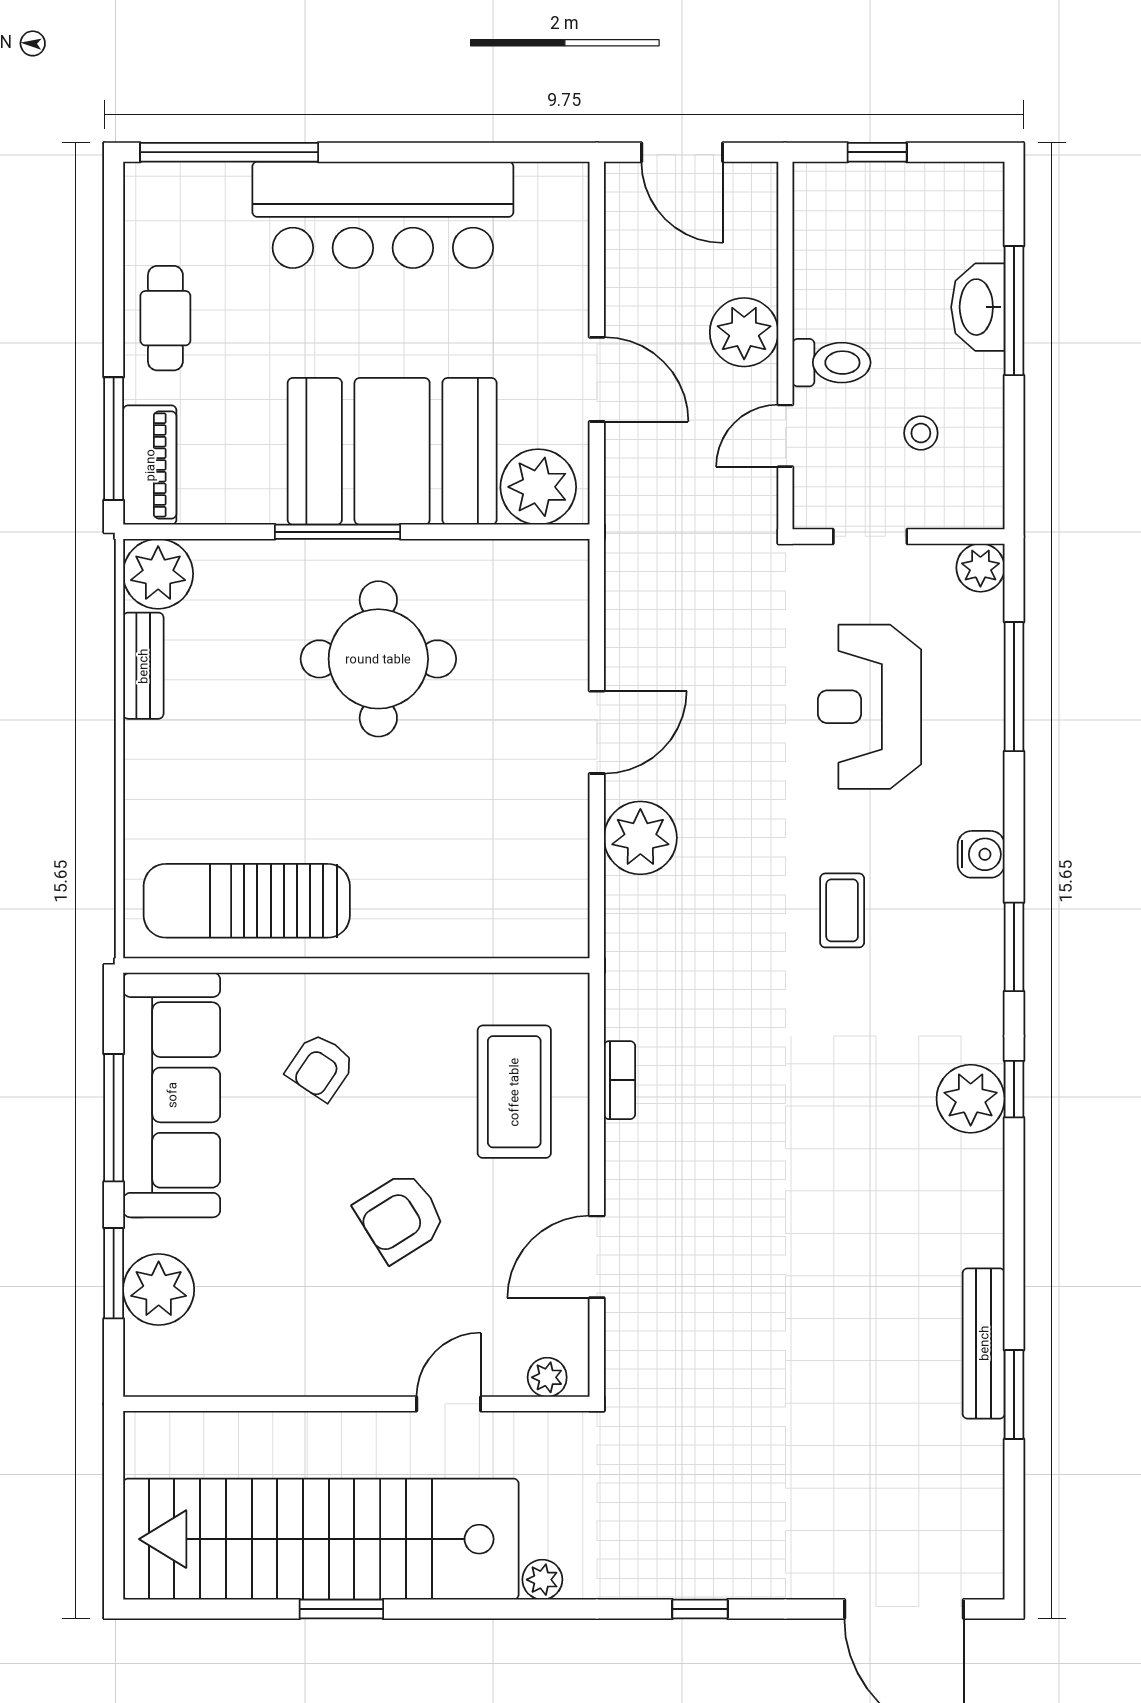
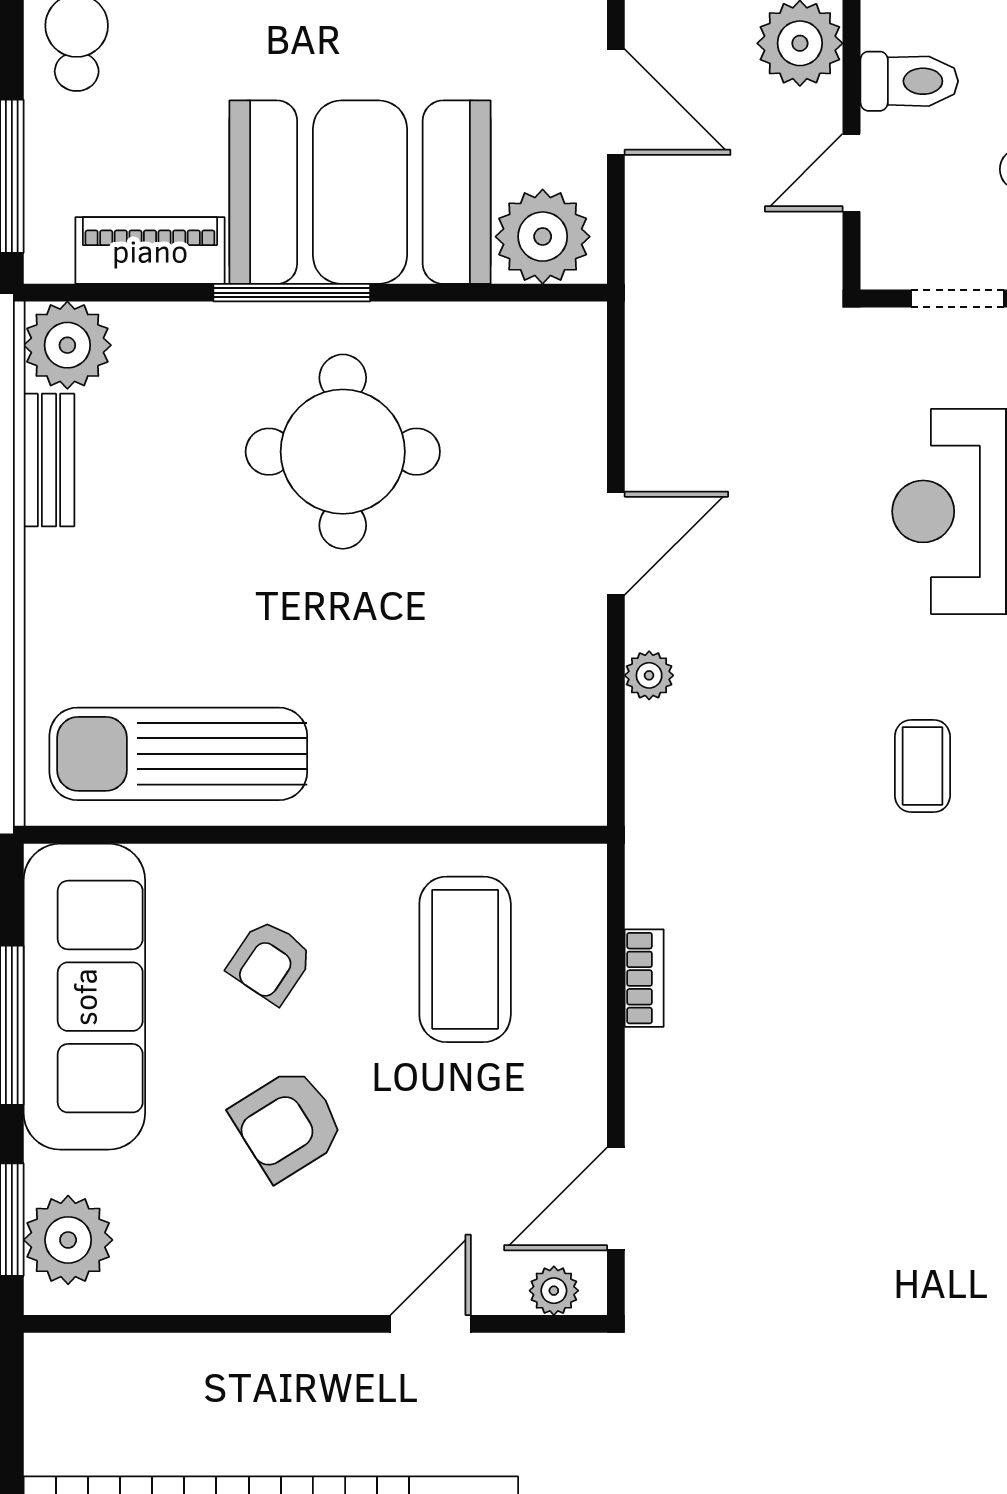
piano: (150, 465) -> (150, 250), moved, turned -90
plant: (640, 838) -> (649, 675), width x0.53, depth x0.53
coffee table: (514, 1092) -> (465, 959), moved
armchair: (400, 1217) -> (288, 1124), moved
plant: (547, 1377) -> (554, 1291), moved
wall: (356, 1404) -> (315, 1324), moved
door: (449, 1404) -> (431, 1324), moved

